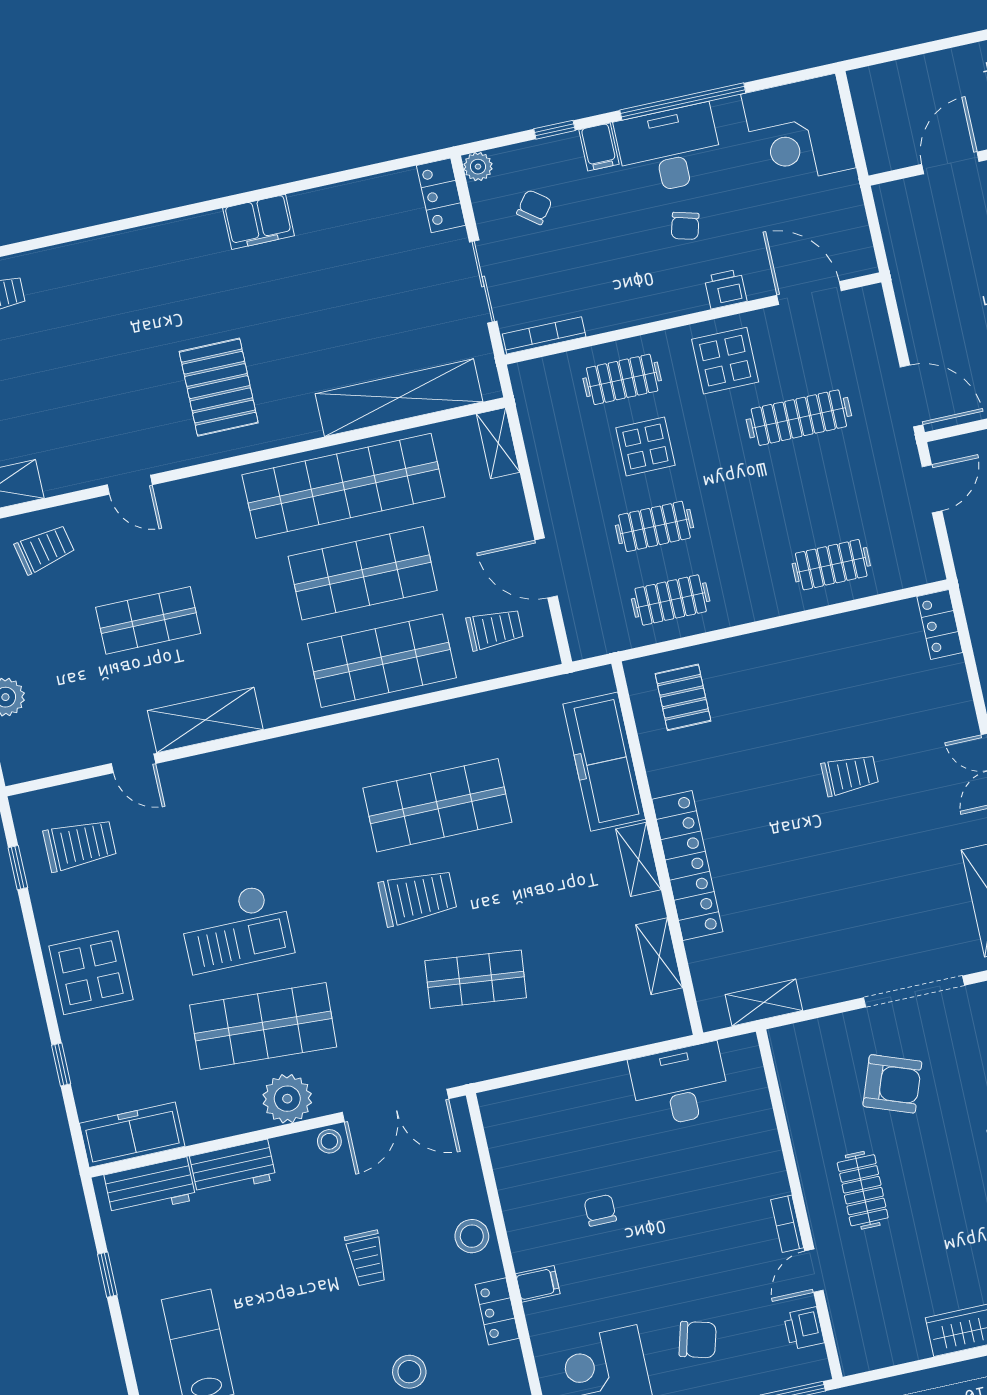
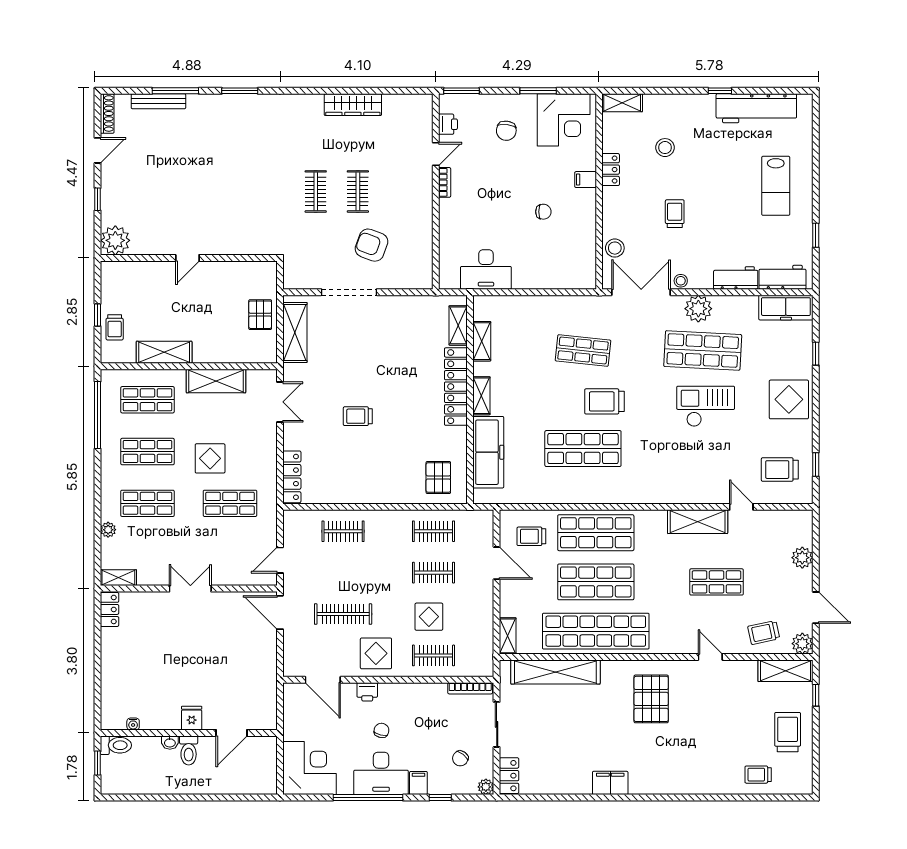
locker: (940, 625) -> (292, 477), width x1.53
shelving: (764, 1003) -> (458, 325), moved, turned 90
clothes rail: (863, 1190) -> (358, 191), moved
chair: (600, 1210) -> (543, 212), turned -90
stool: (472, 1236) -> (615, 248), moved
chair: (698, 1340) -> (506, 131), turned -98

